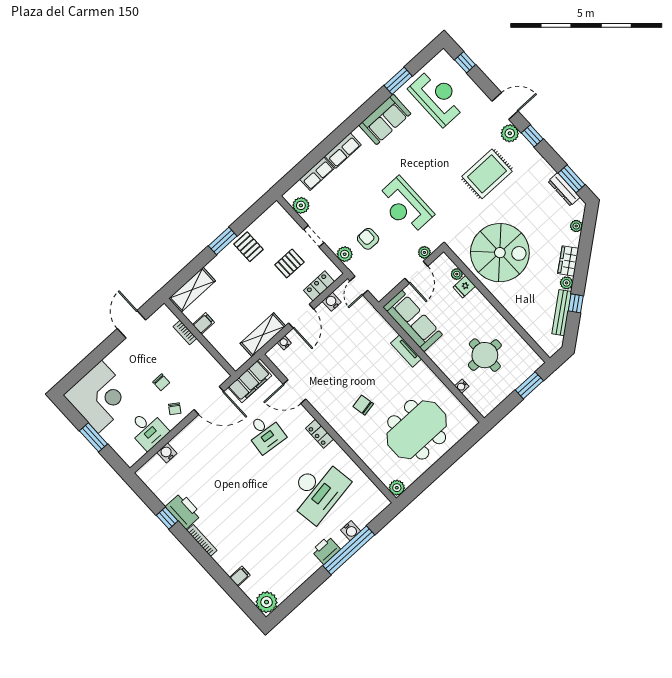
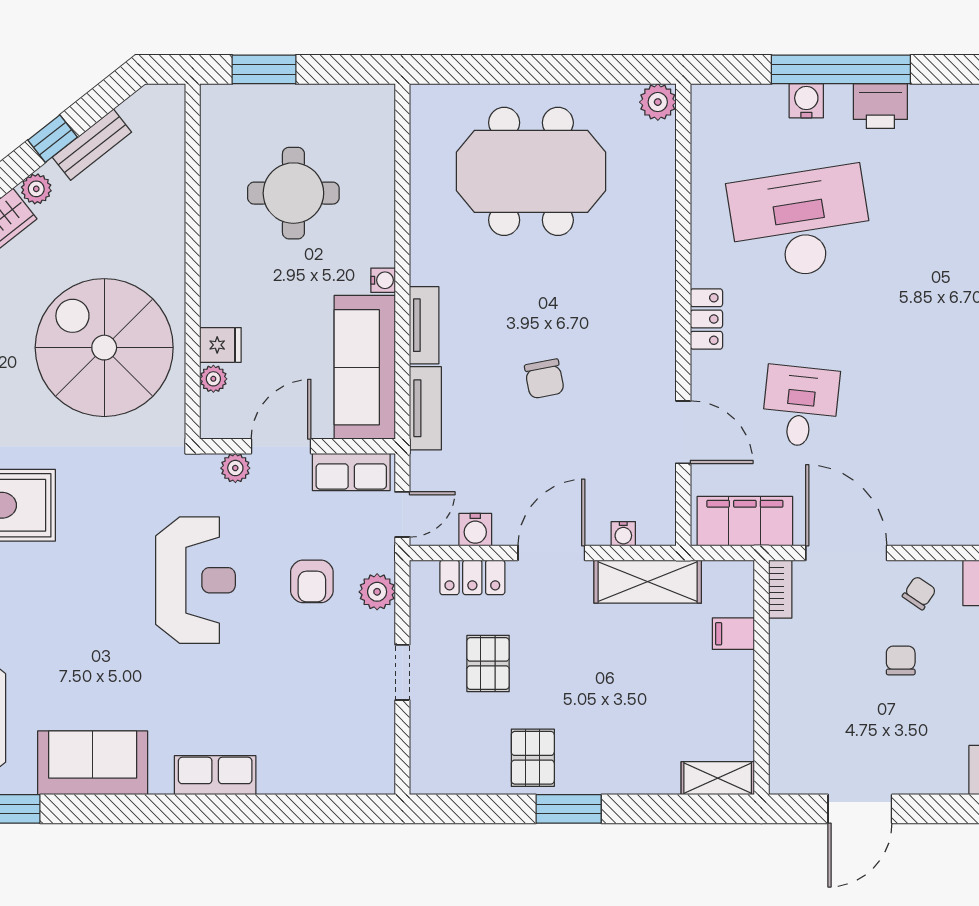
row of seats: (317, 174) -> (351, 472), moved, turned 180
plant: (301, 205) -> (376, 746), removed
pallet: (289, 263) -> (488, 663), turned 90
shelving: (192, 290) -> (718, 778), width x0.67, depth x0.75
bench: (562, 313) -> (92, 145), width x0.73
filing cabinet: (203, 323) -> (733, 634), moved
tv unit: (382, 325) -> (425, 408), added
bookcase: (185, 333) -> (780, 589), moved
water cooler: (462, 386) -> (383, 280), moved
chair: (363, 405) -> (544, 379), moved

